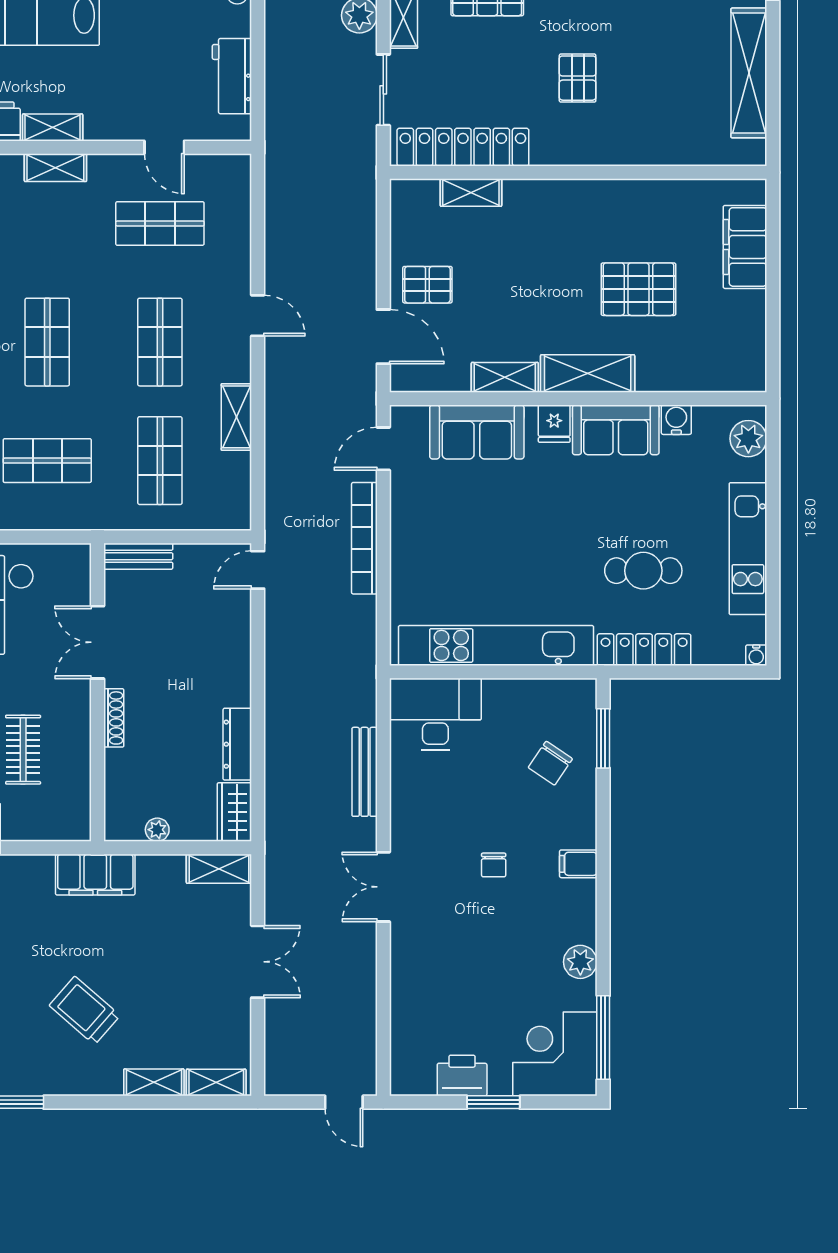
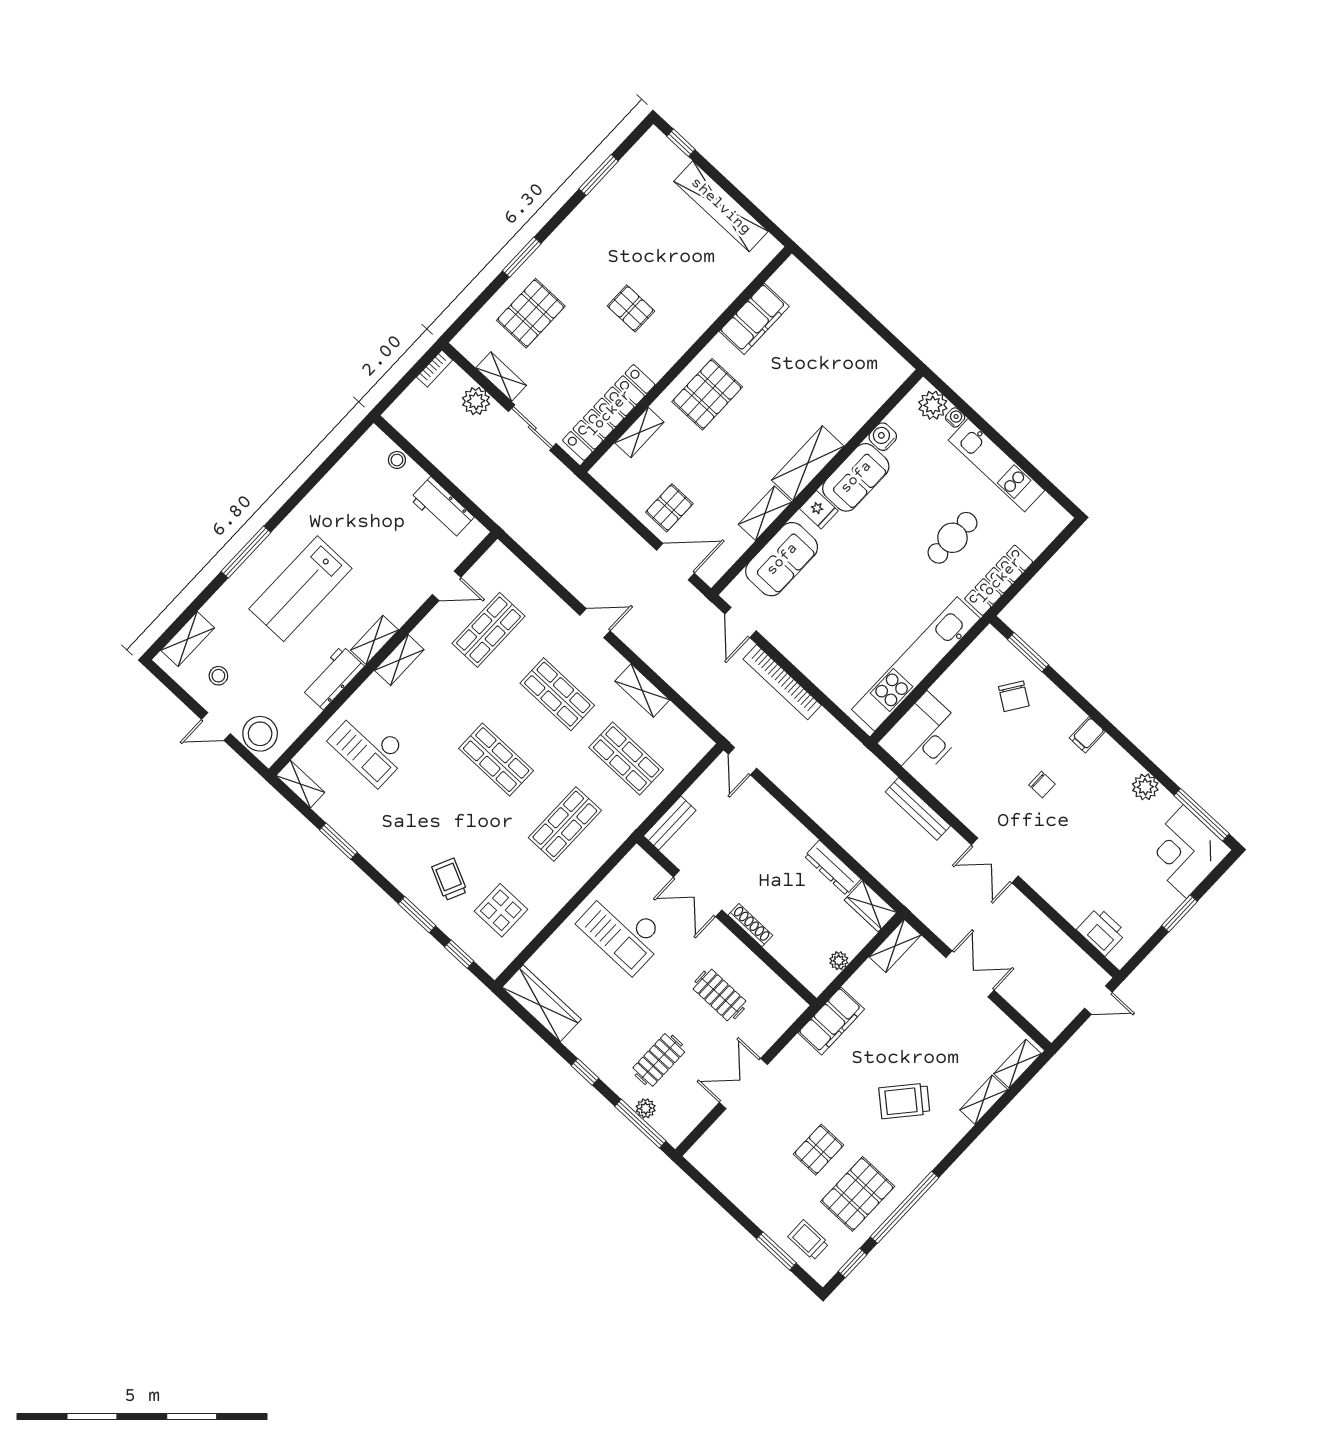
filing cabinet: (745, 247) -> (754, 319), moved, turned -90
pallet: (638, 289) -> (707, 394), moved
water cooler: (756, 655) -> (955, 417), moved, turned -90
printer: (462, 1075) -> (1102, 931), moved, turned 90

